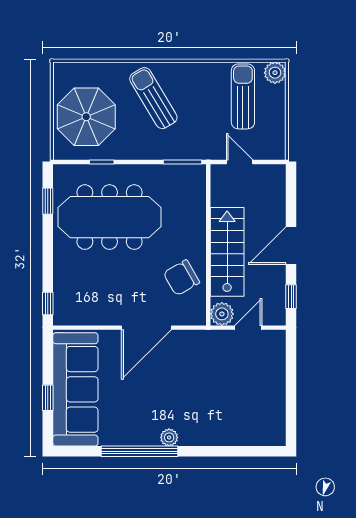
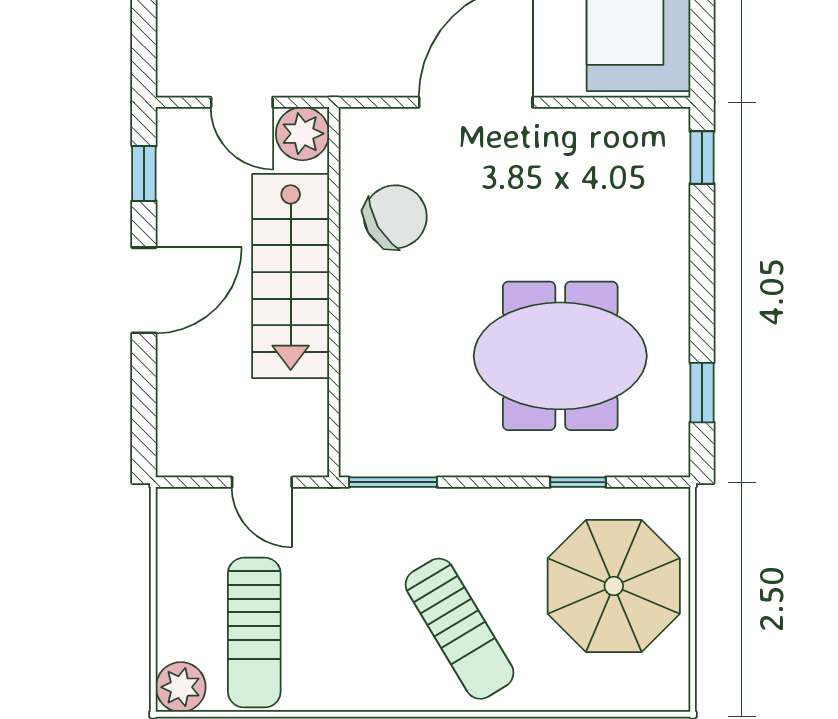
meeting table: (110, 217) -> (560, 356), width x0.73
door: (248, 328) -> (242, 102), hinge flipped

